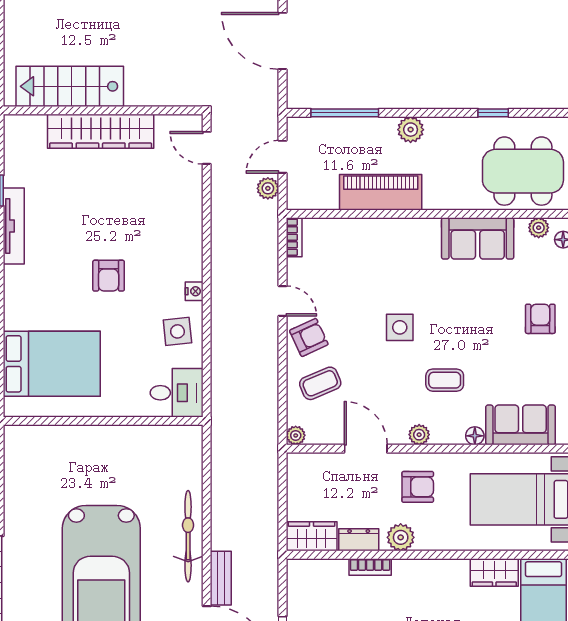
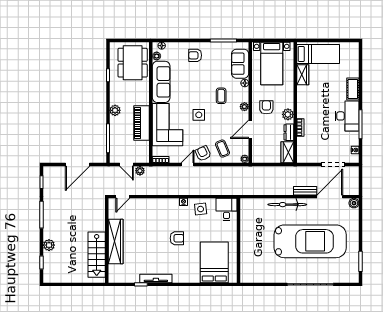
sofa: (478, 238) -> (161, 82), width x1.36
corner sofa: (377, 253) -> (167, 125), added

